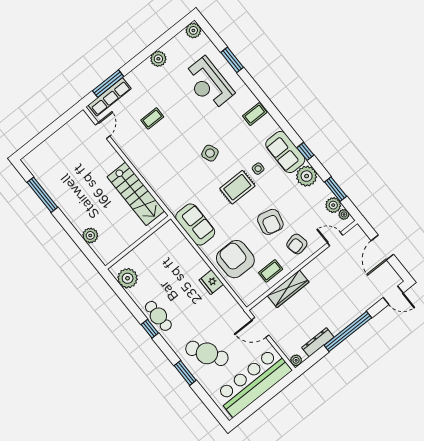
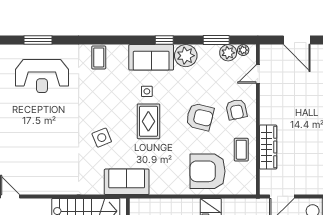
coffee table: (152, 118) -> (33, 147), removed
side table: (210, 153) -> (102, 138), moved
sofa: (195, 225) -> (127, 182), moved

